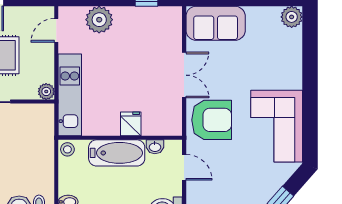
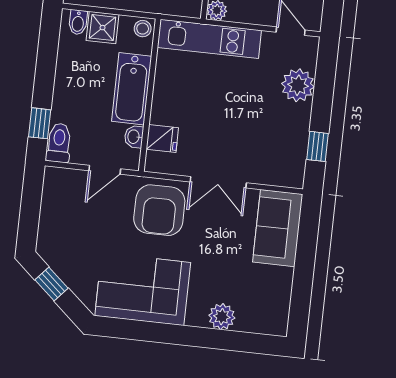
plant: (292, 17) -> (222, 317), moved
fridge: (131, 124) -> (162, 138), moved
shower: (70, 182) -> (103, 28), added

